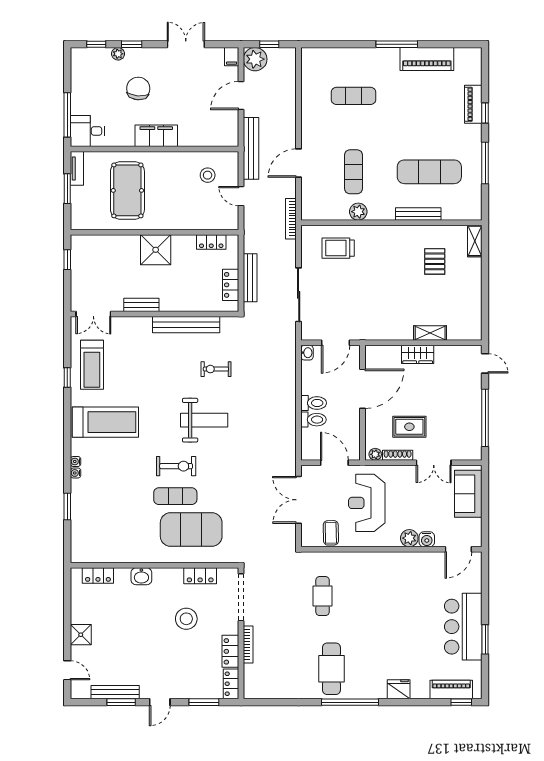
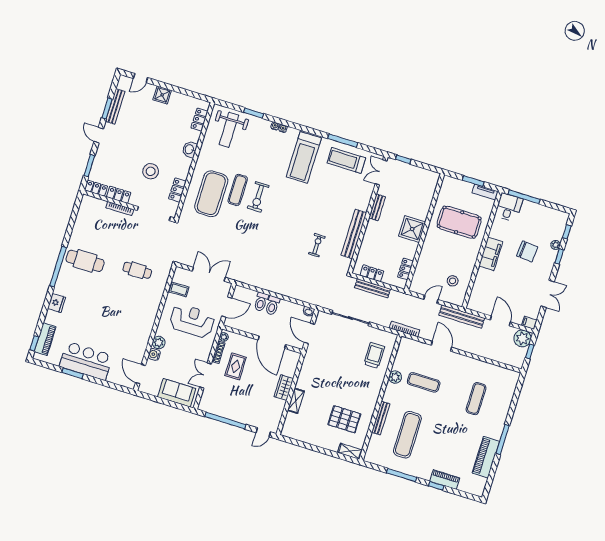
window: (67, 260) -> (403, 159), moved
pallet: (435, 261) -> (344, 419), width x1.50, depth x1.42
window: (67, 377) -> (343, 141), width x2.17
weight bench: (204, 420) -> (229, 130), moved

